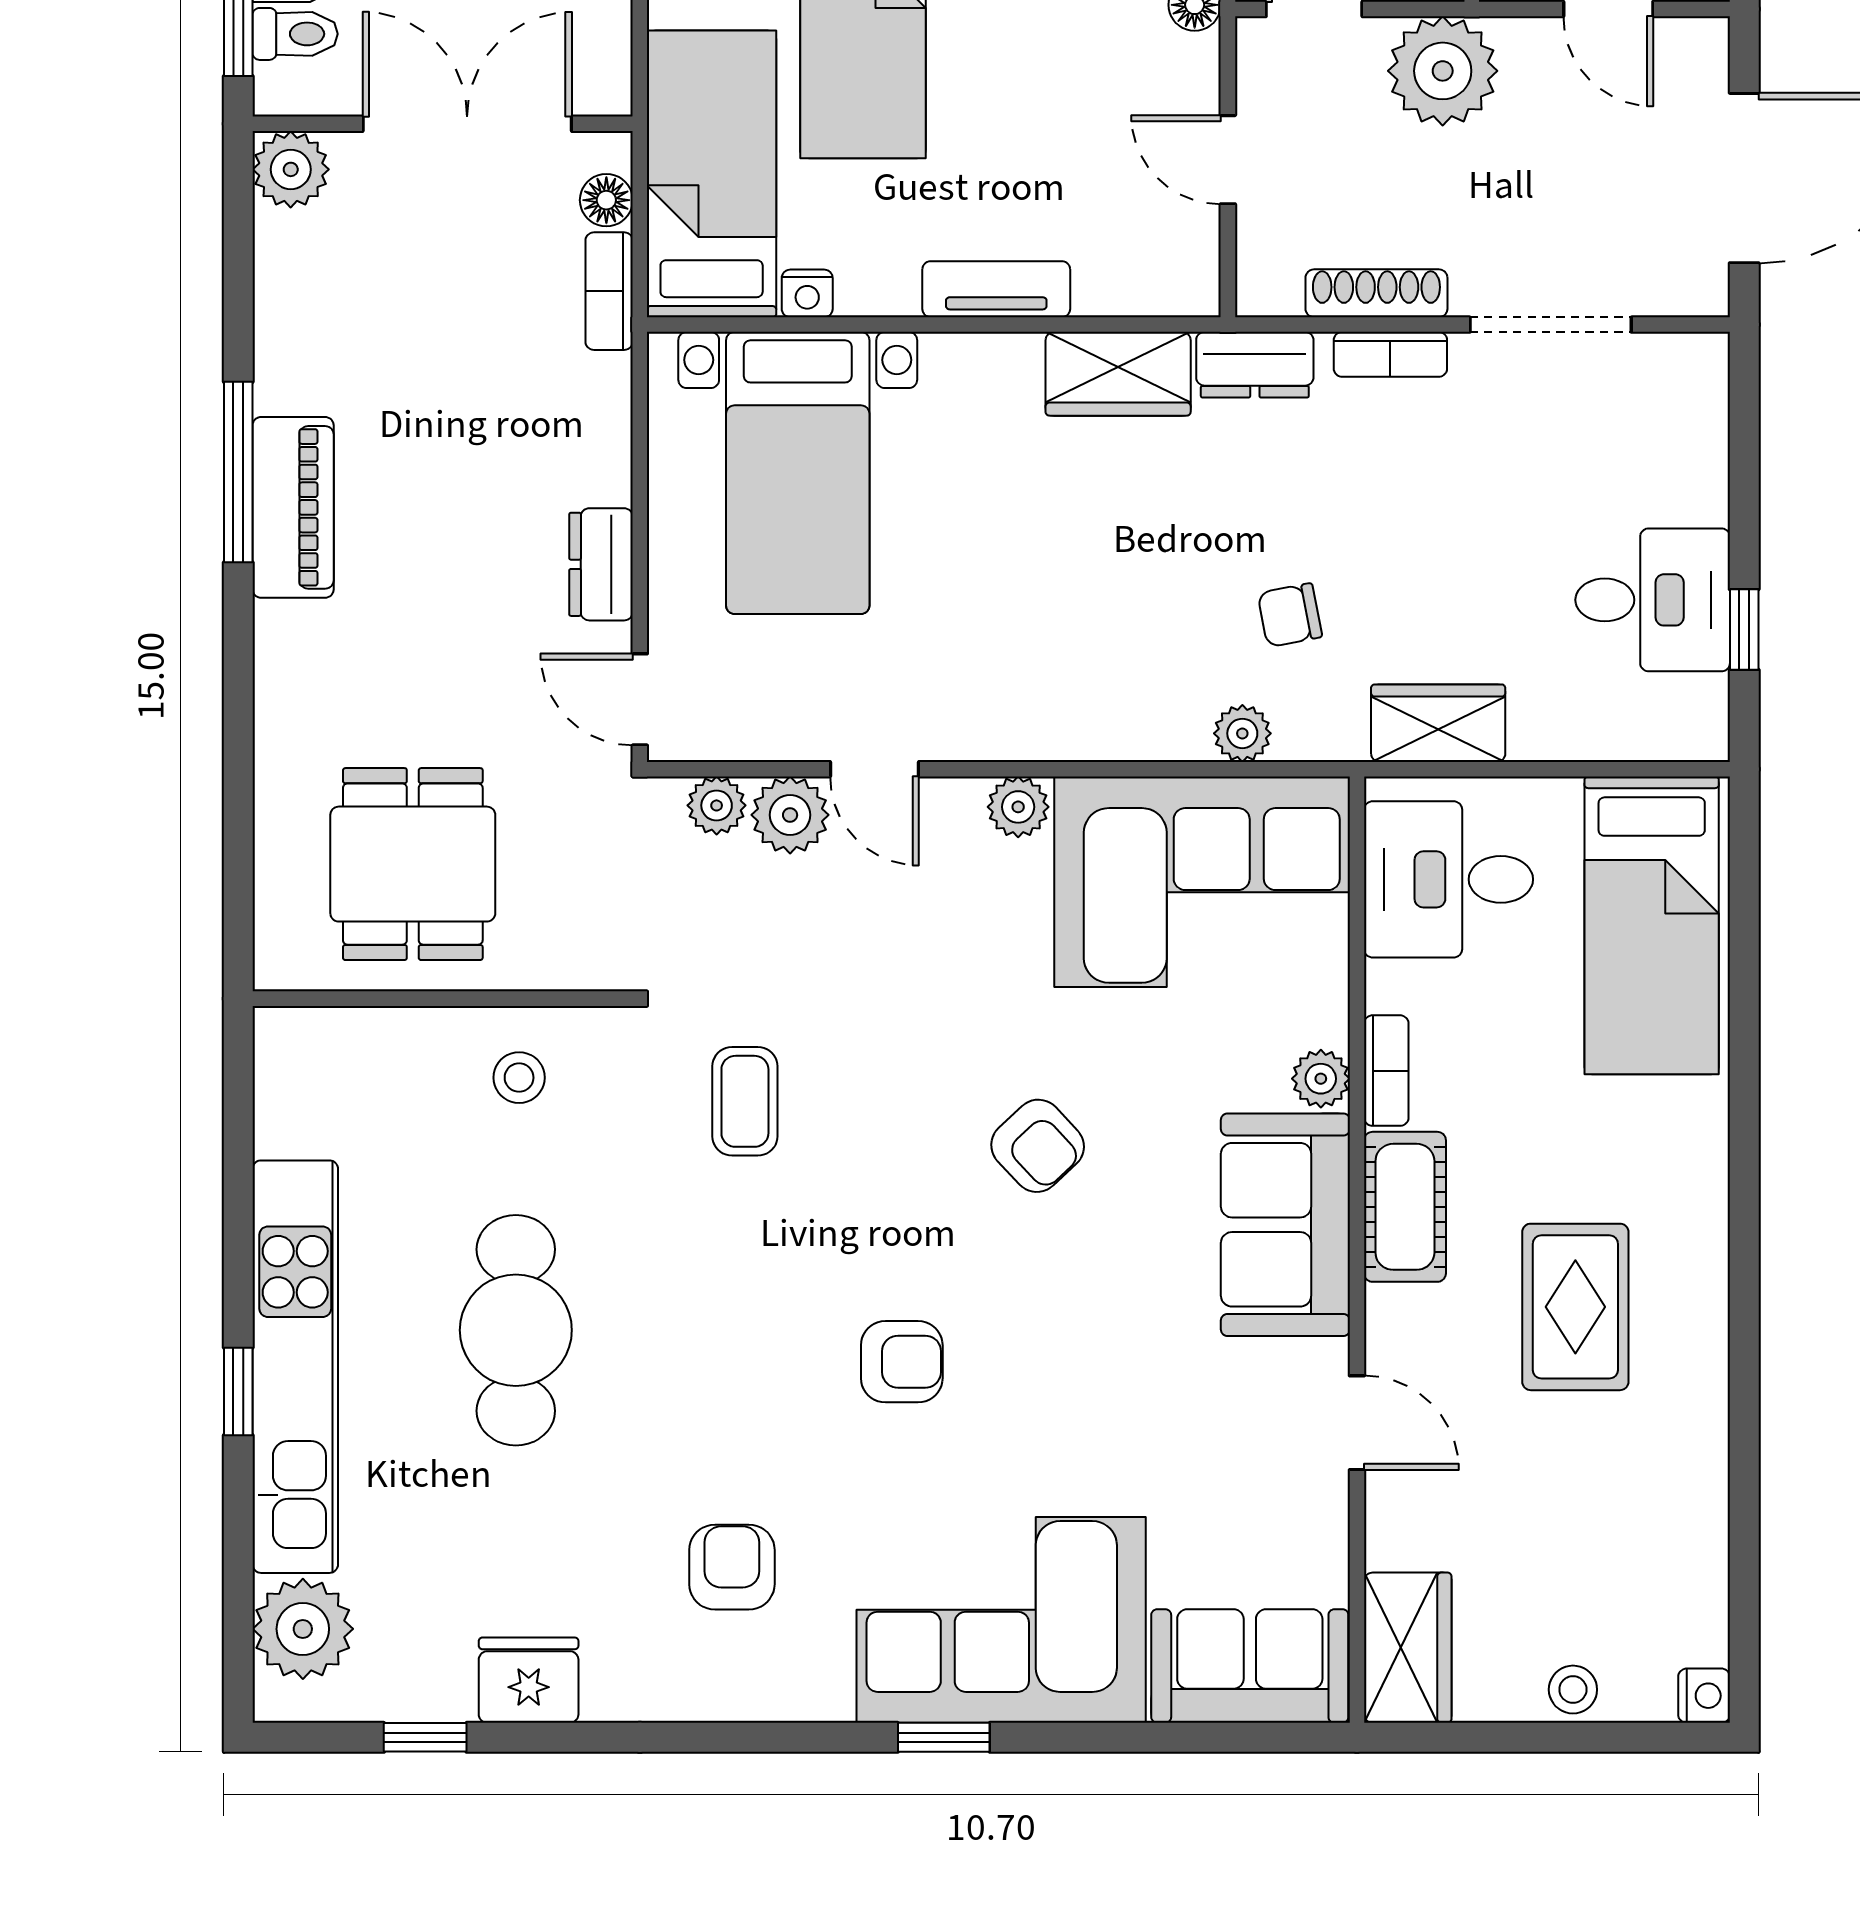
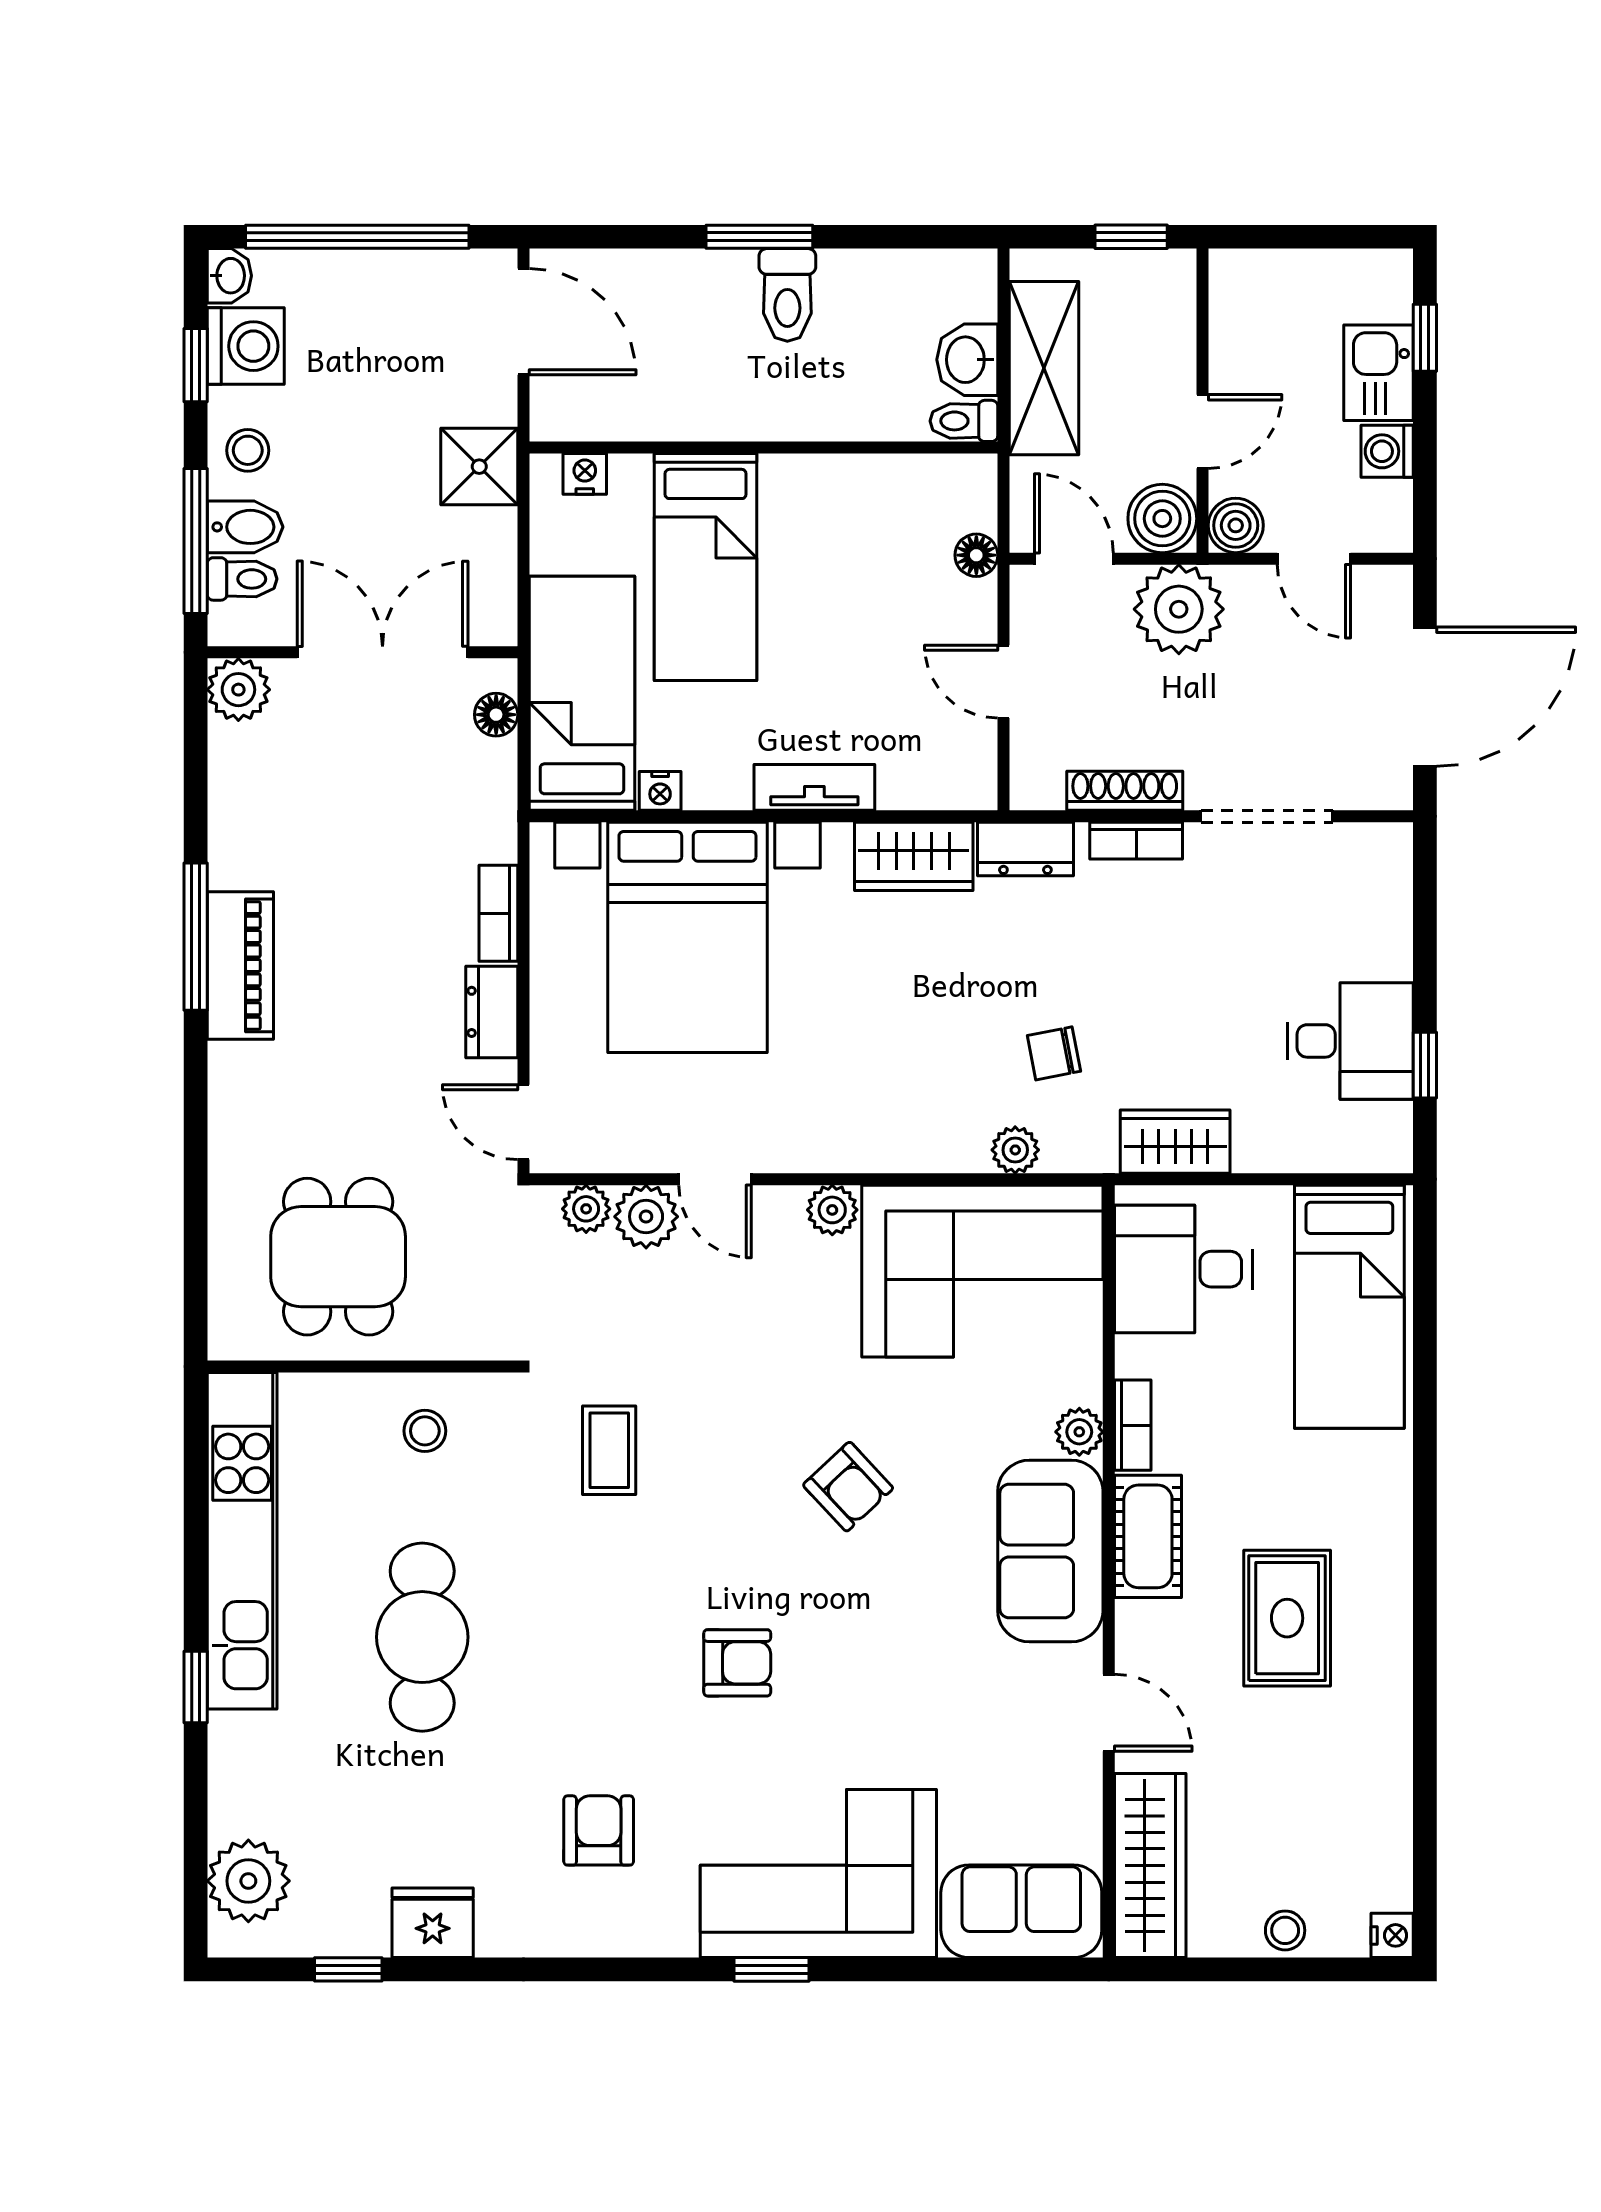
bookcase: (609, 291) -> (498, 913), moved
bed with nightstands: (798, 473) -> (687, 937), width x1.36
kitchen unit: (295, 1367) -> (242, 1541), moved
wardrobe: (1408, 1648) -> (1150, 1866), width x1.50

